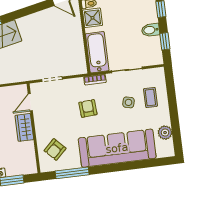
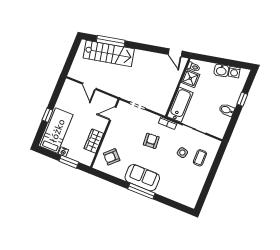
window: (165, 41) -> (232, 124), removed
wardrobe: (24, 127) -> (94, 141), moved
plant: (165, 133) -> (196, 188), removed
sofa: (117, 148) -> (142, 178), width x0.54, depth x0.79
window: (72, 173) -> (141, 191), moved

